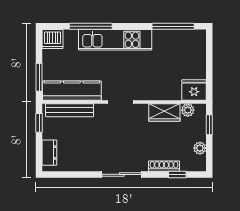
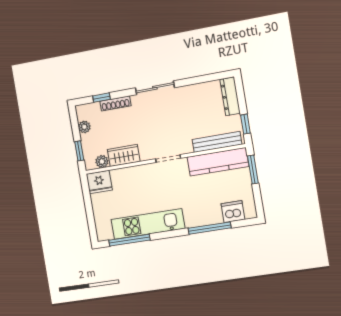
dishwasher: (53, 39) -> (233, 212), moved
kitchen unit: (115, 40) -> (148, 224), moved
dresser: (49, 153) -> (230, 96), width x1.44

